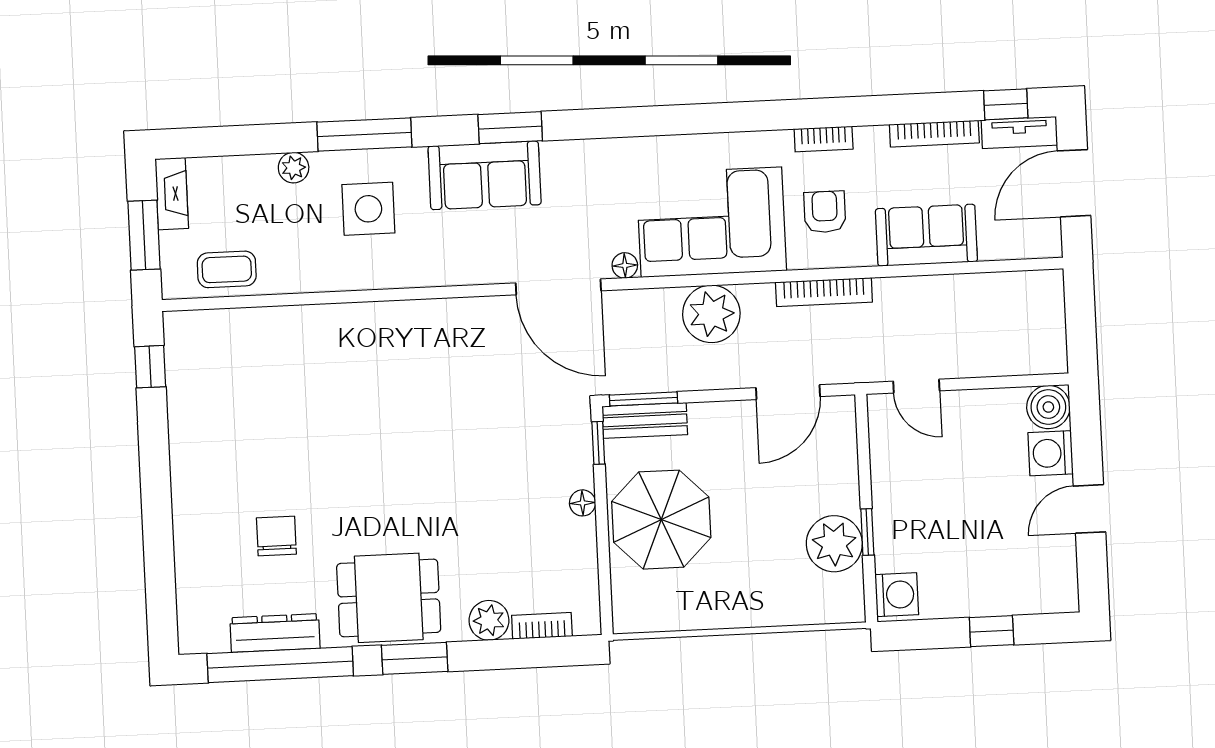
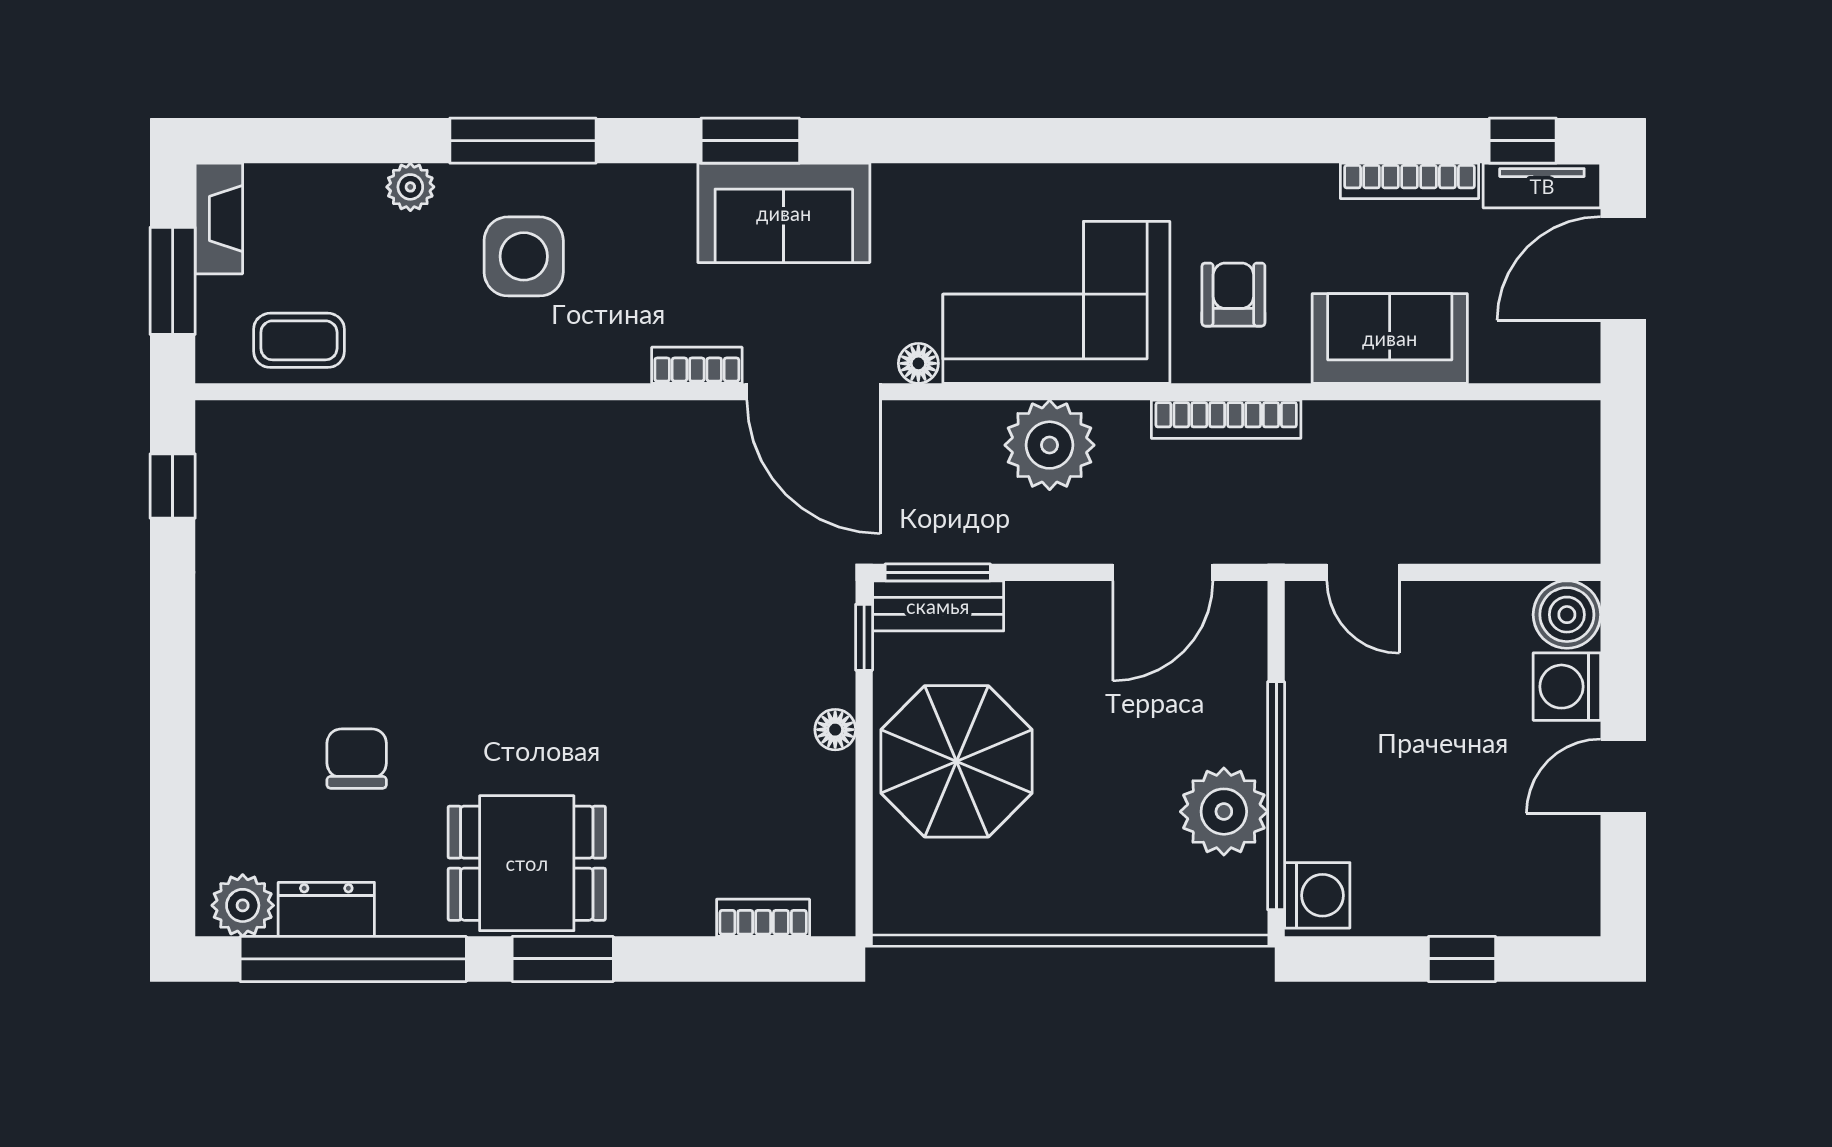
bookcase: (824, 139) -> (697, 365), moved, turned 180
sofa: (485, 175) -> (784, 213), moved
window: (867, 532) -> (1276, 796), width x3.17
plant: (489, 620) -> (243, 905), moved
dresser: (275, 633) -> (326, 909), width x0.70

